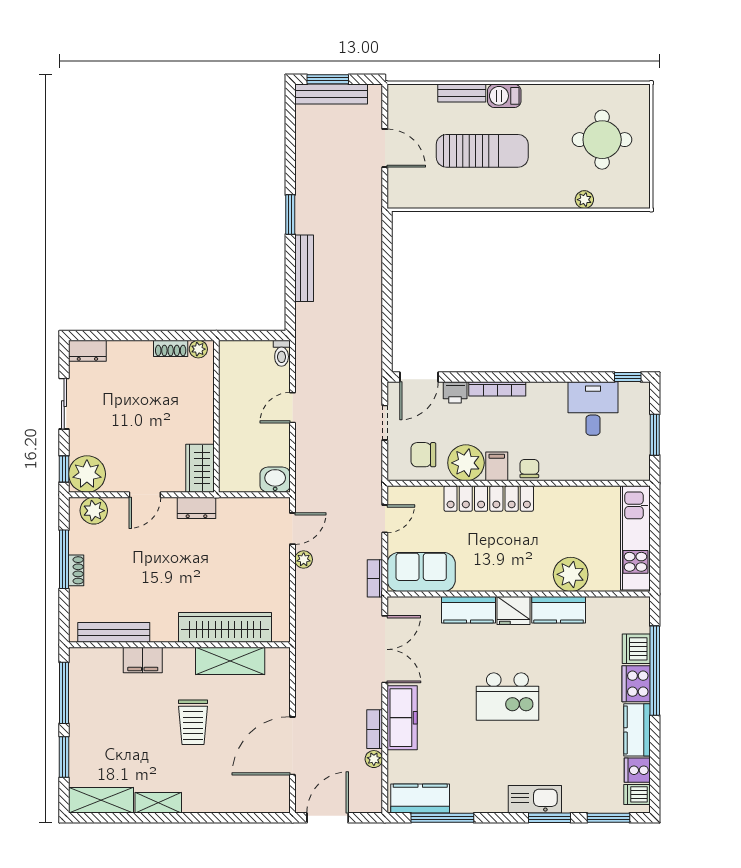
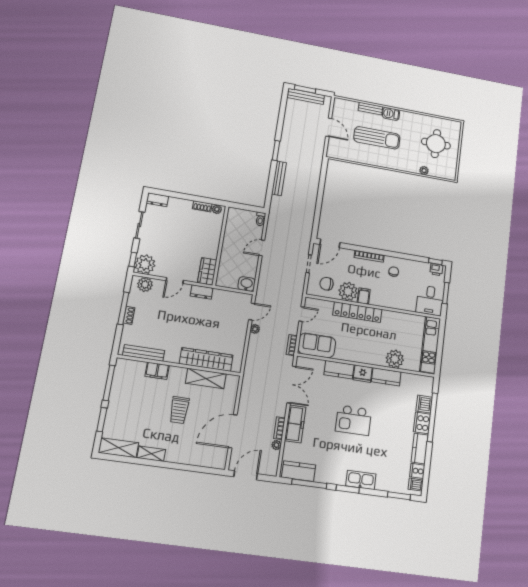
printer: (455, 392) -> (436, 270), moved
desk: (593, 409) -> (430, 300), moved, turned 180
chair: (529, 469) -> (394, 272), moved
window: (549, 818) -> (348, 489), moved

